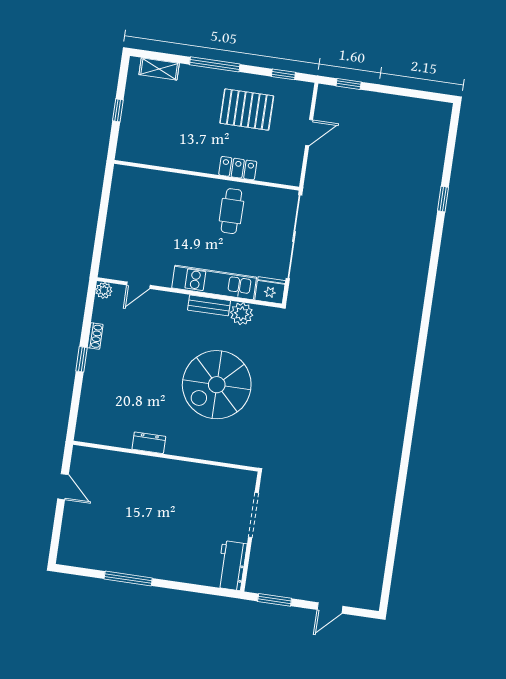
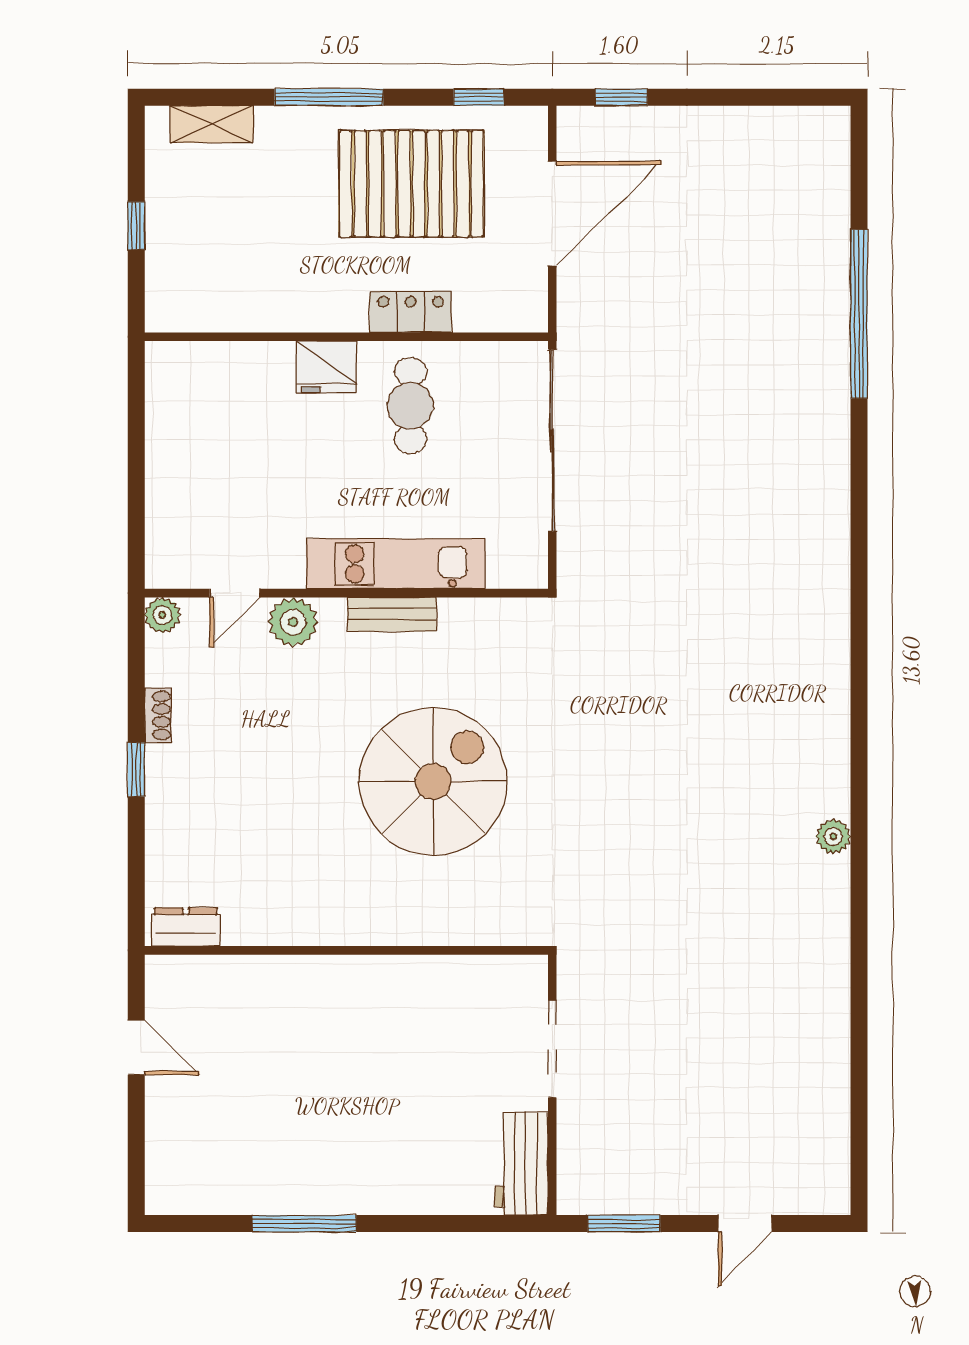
pallet: (247, 110) -> (411, 184), width x1.37, depth x1.41
door: (309, 133) -> (552, 214), width x1.88
window: (443, 199) -> (859, 314), width x3.17
fridge: (270, 290) -> (326, 367), moved, turned 180
plant: (242, 314) -> (293, 622), moved
spiral stairs: (217, 385) -> (433, 781), turned 180
plant: (396, 437) -> (833, 836), added
dresser: (149, 443) -> (186, 927), moved

